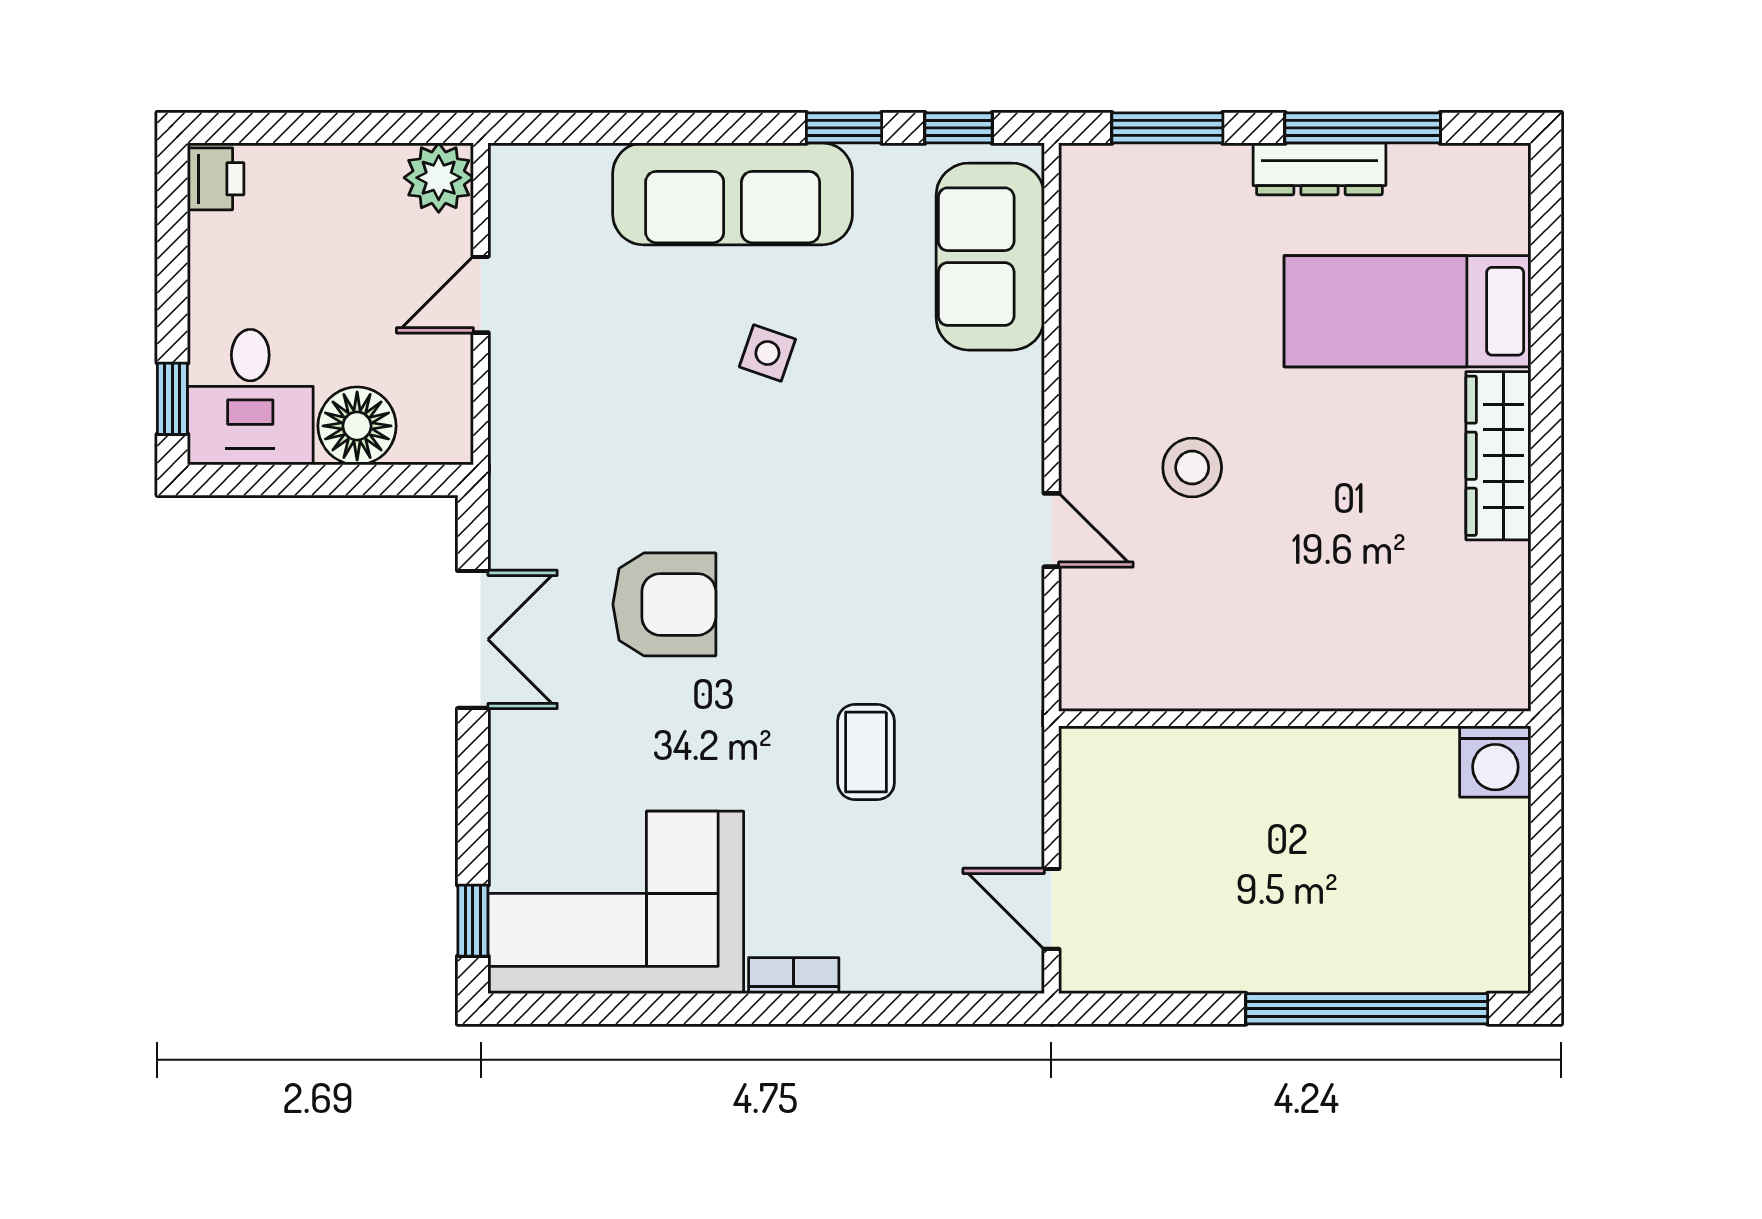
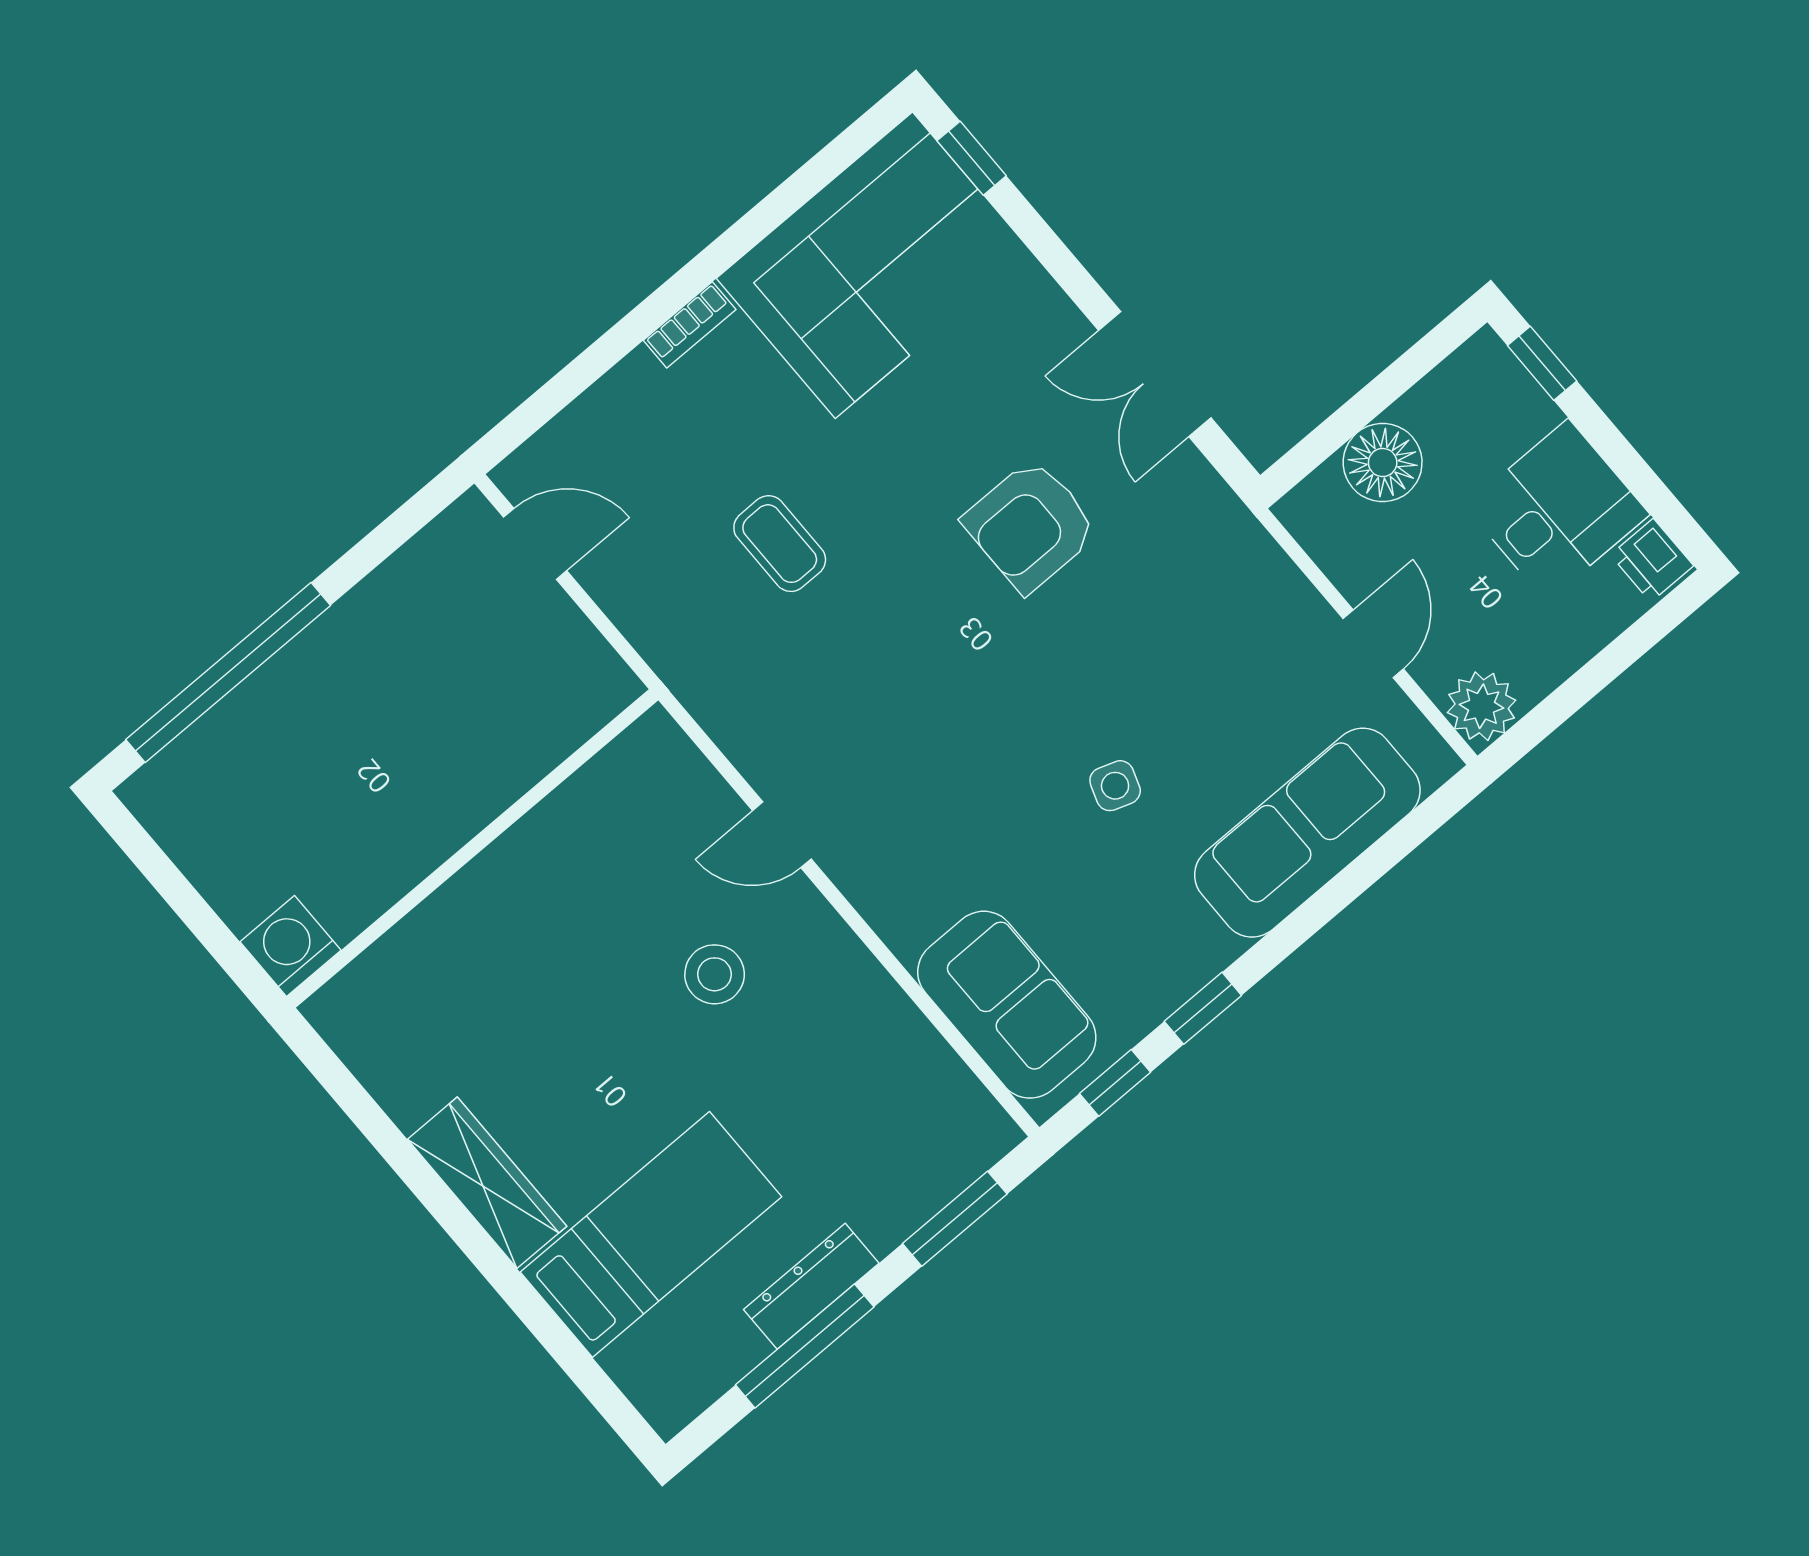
sofa: (733, 194) -> (1307, 833), moved
desk: (250, 397) -> (1557, 510), moved, turned 90

